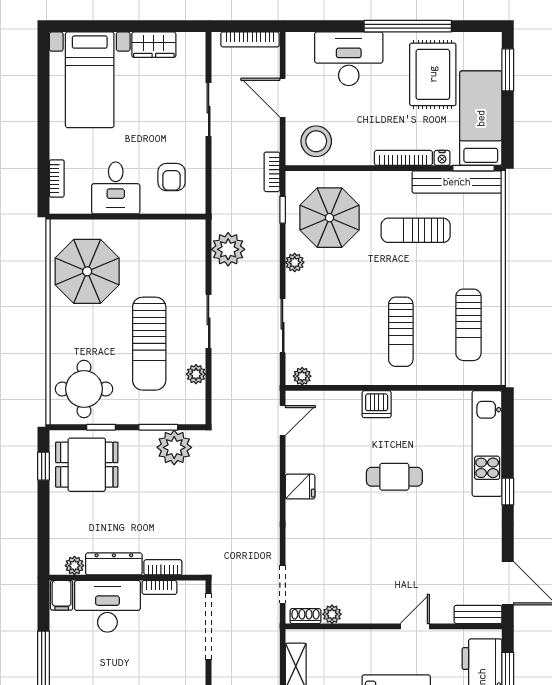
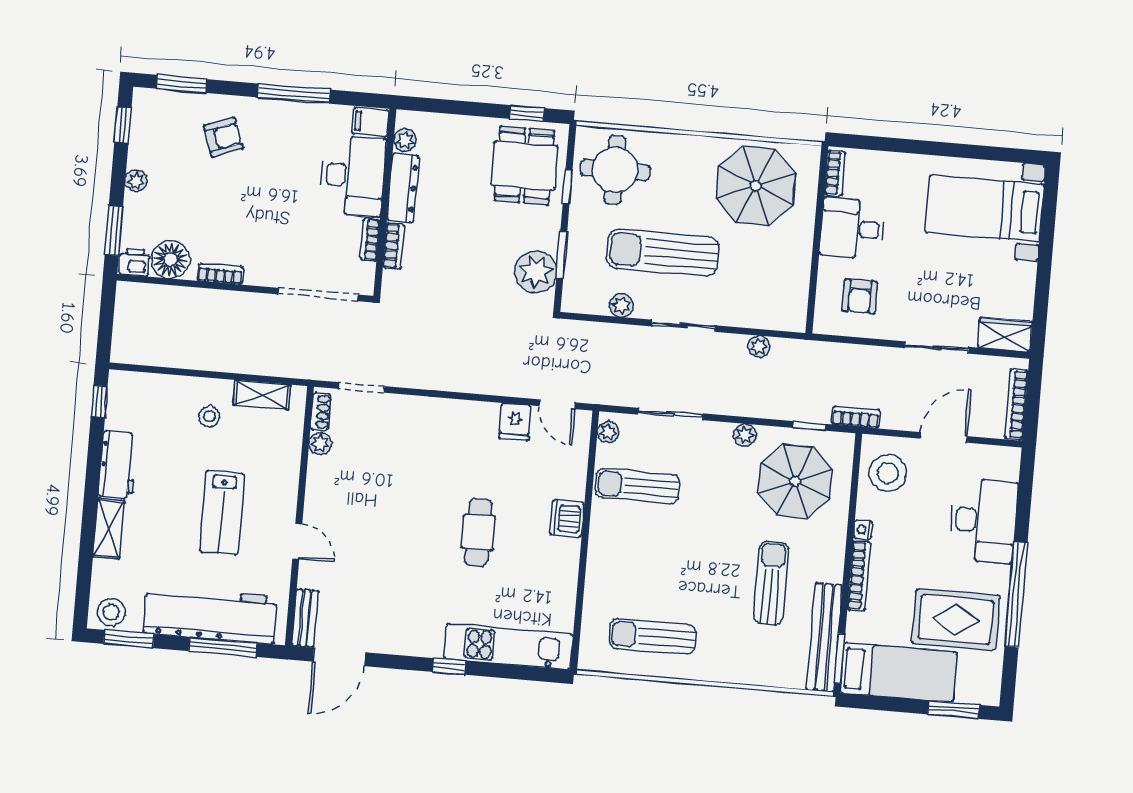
wardrobe: (154, 45) -> (1005, 335), moved, turned 90
nightstand: (442, 158) -> (863, 530), moved
armchair: (172, 177) -> (860, 296), turned -90
bookcase: (57, 178) -> (835, 173), moved, turned -90
plant: (228, 249) -> (759, 346), width x0.53, depth x0.53
sun lounger: (401, 332) -> (637, 486), moved
fridge: (300, 487) -> (515, 422), moved

